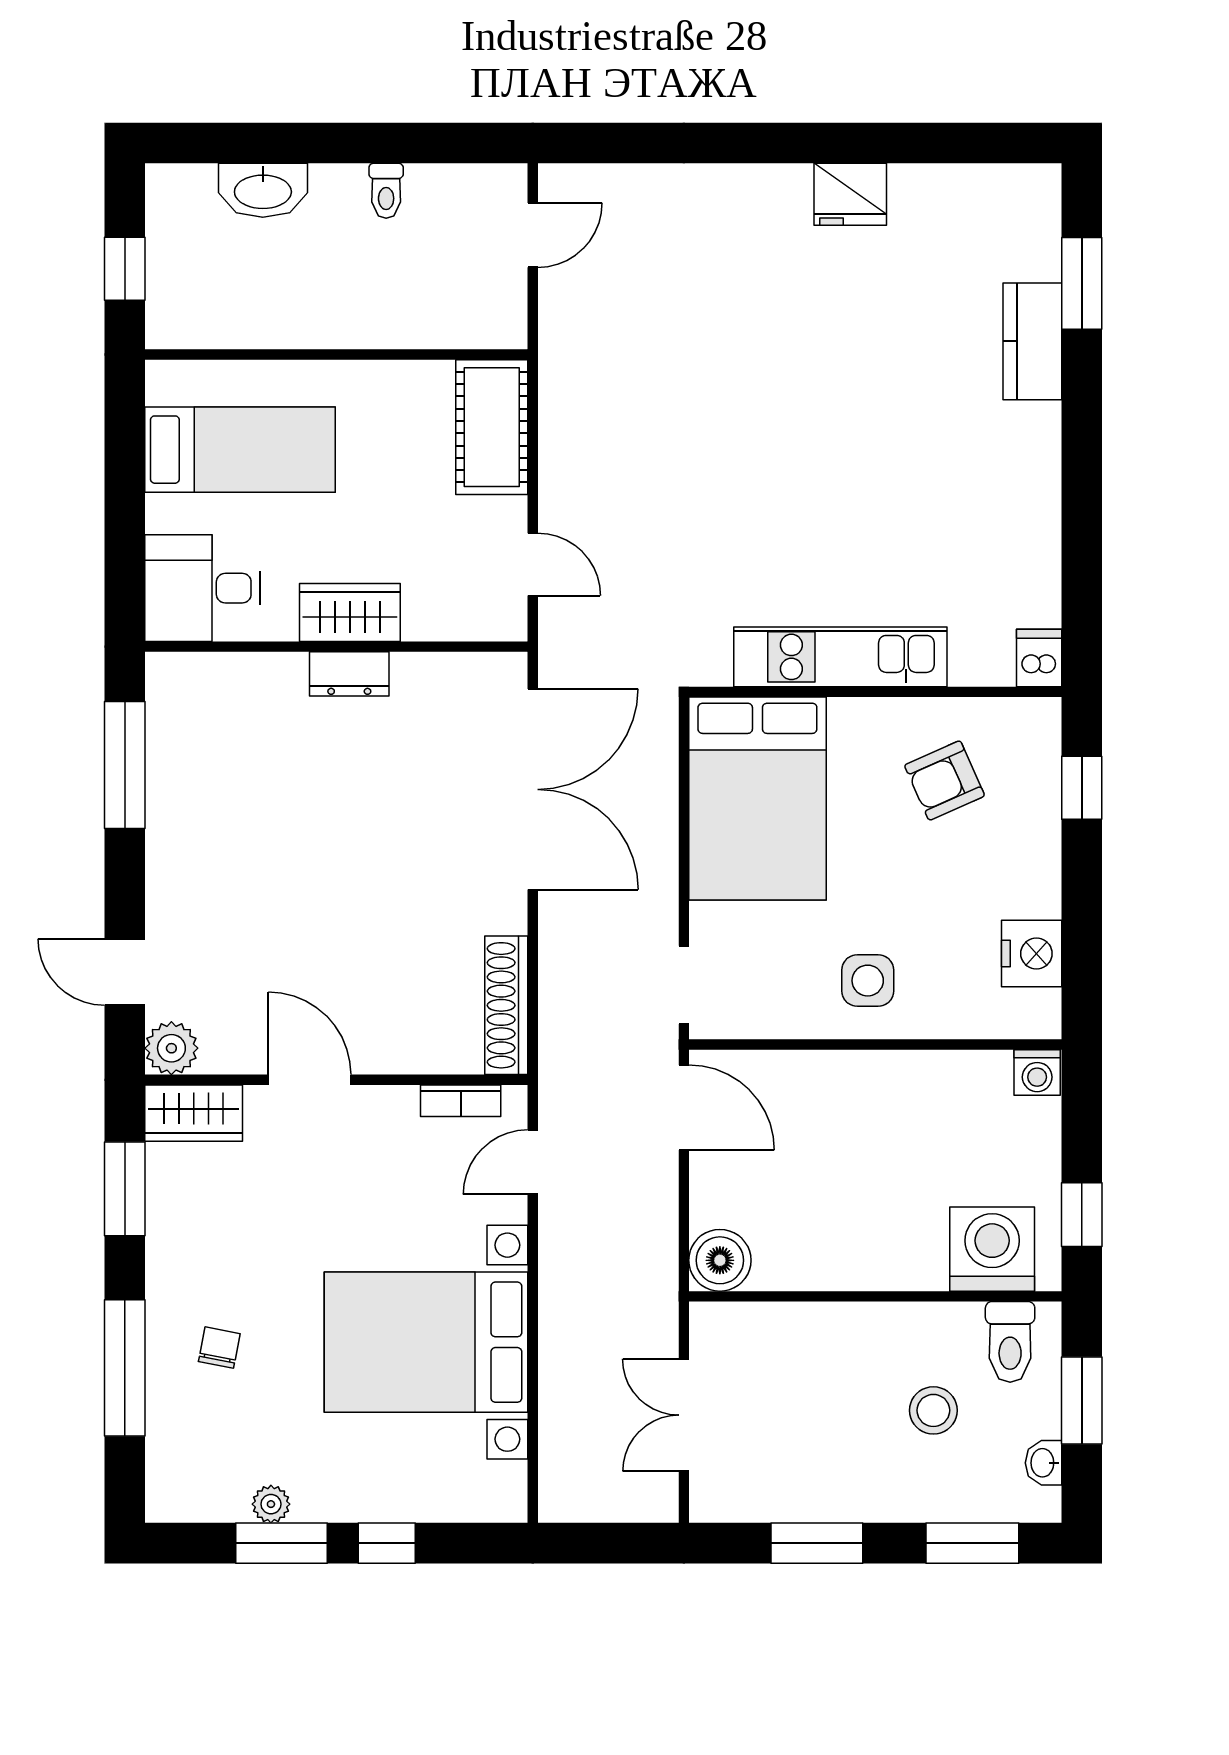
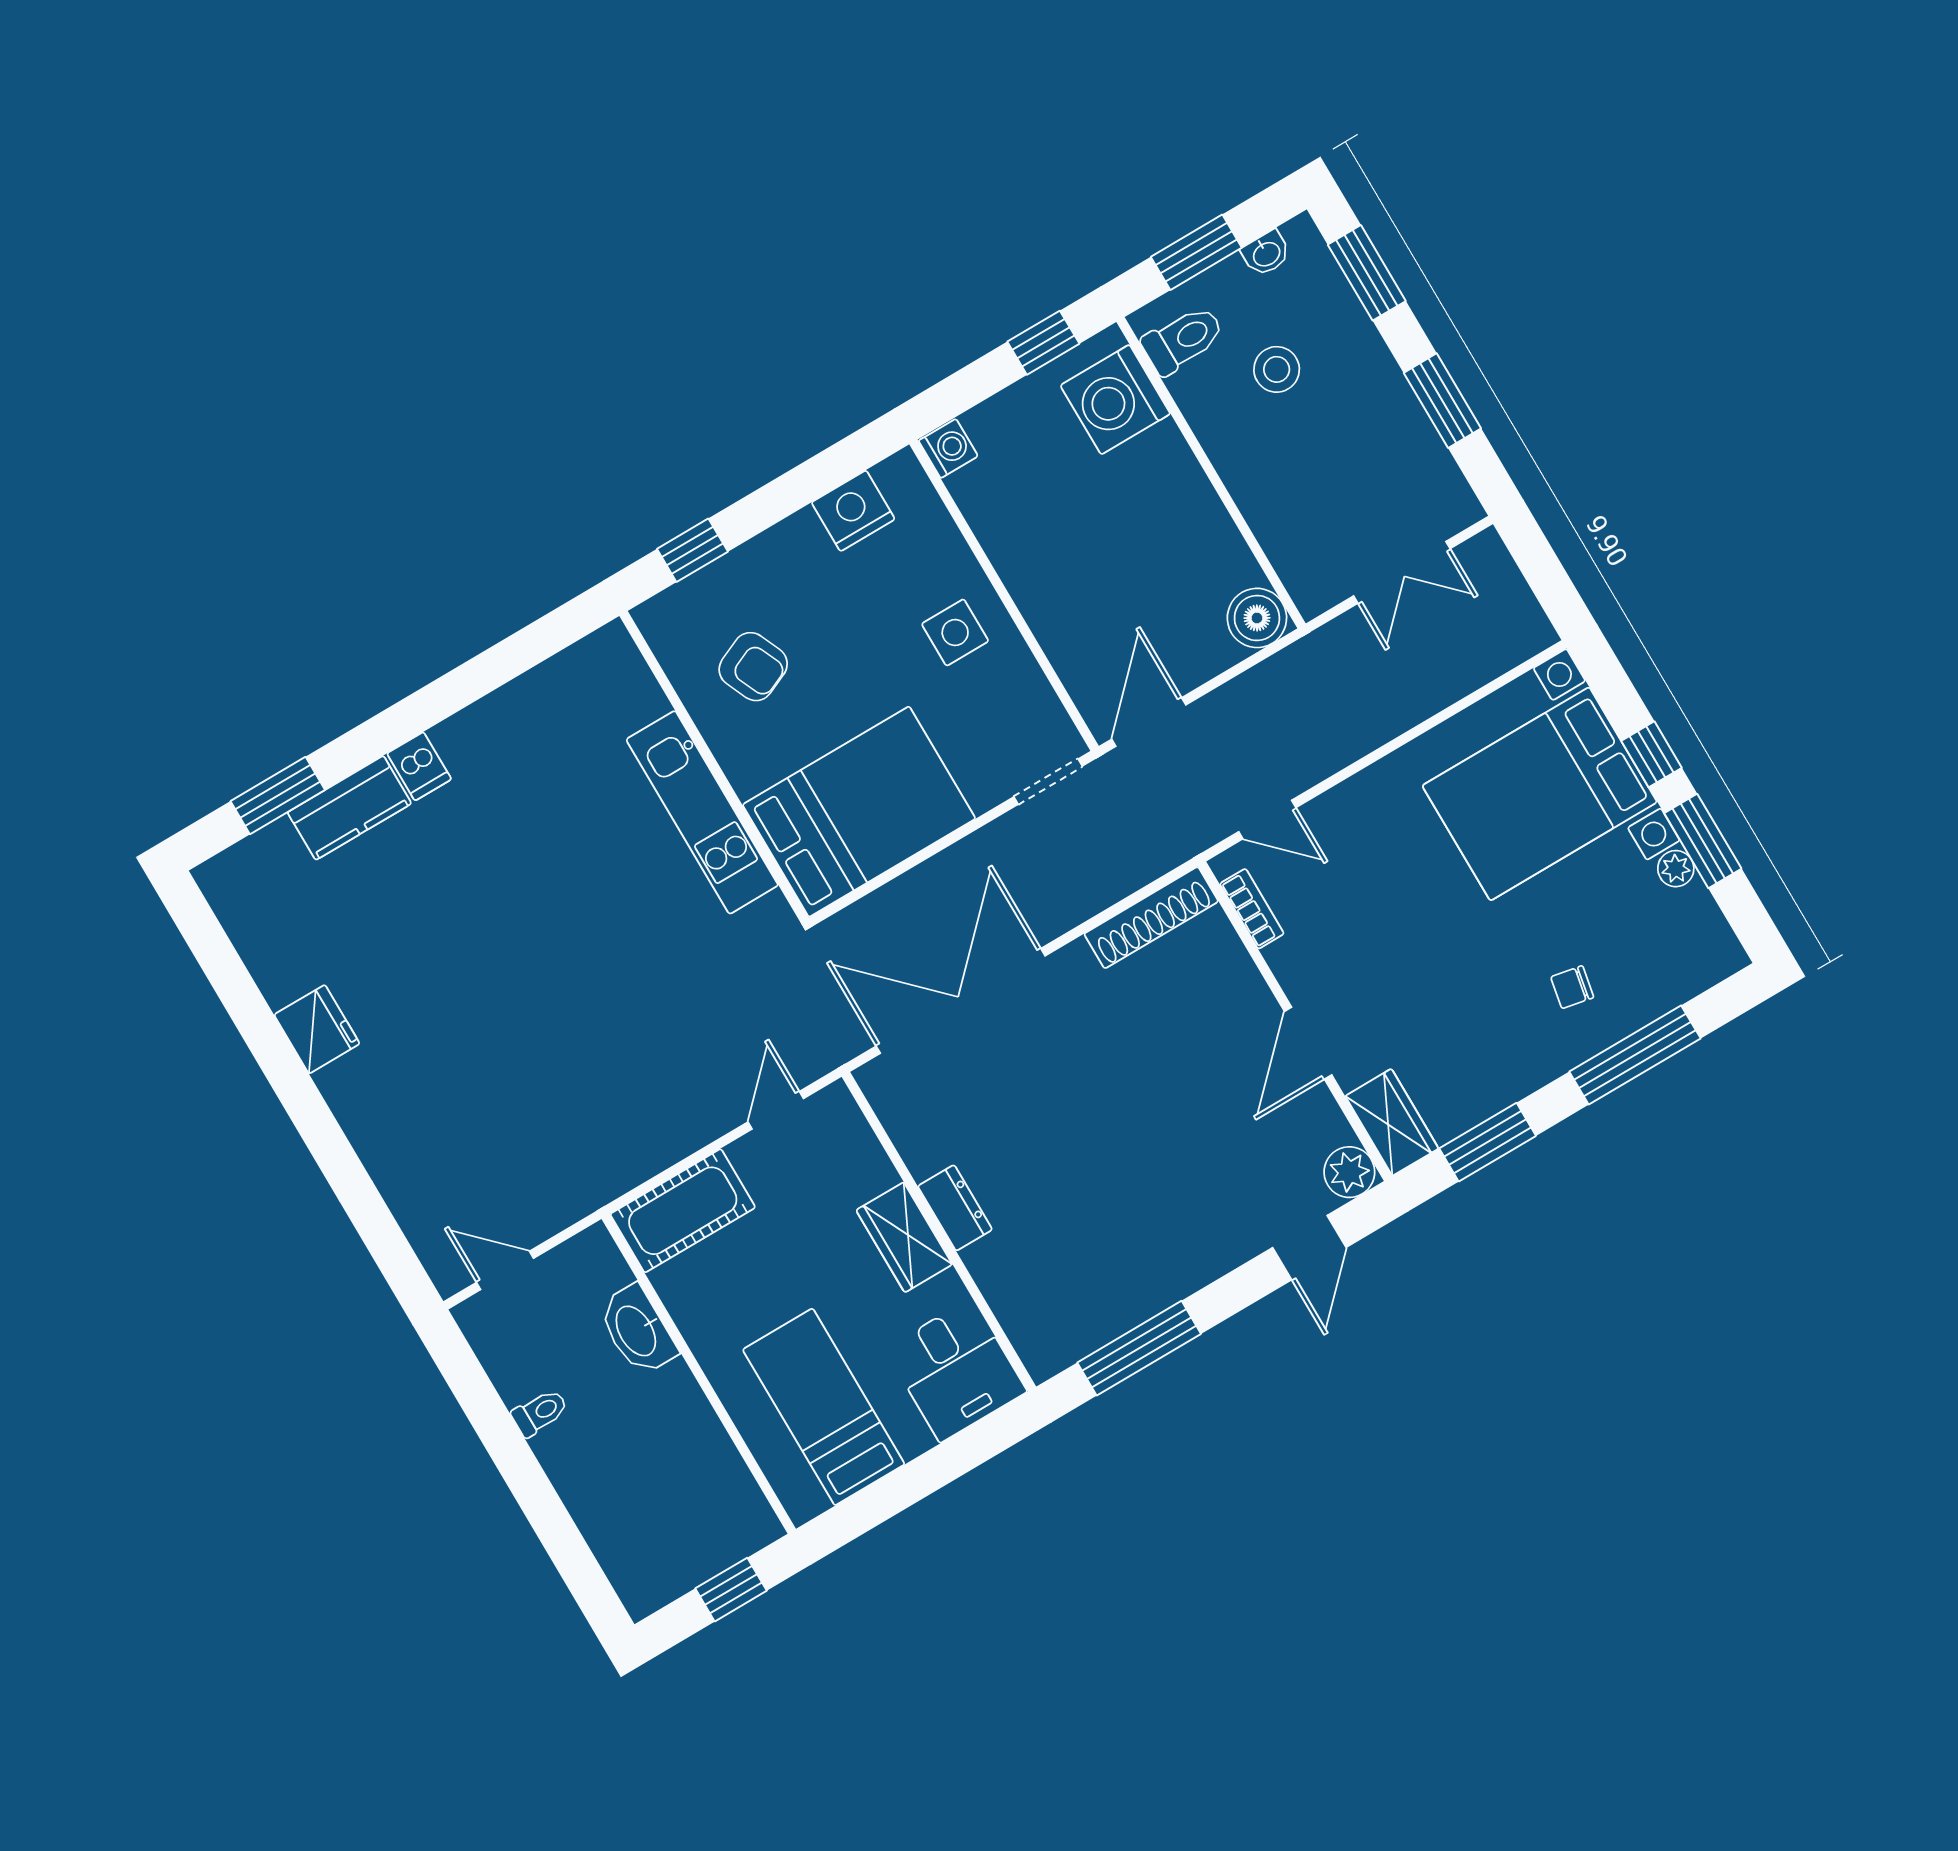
washbasin: (263, 190) -> (637, 1330), moved, turned 180
dishwasher: (1039, 658) -> (419, 766), moved, turned -90
bed with nightstands: (426, 1342) -> (1540, 794), moved, turned 90

